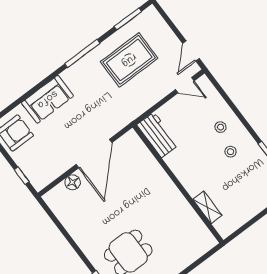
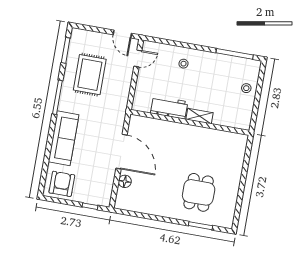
sofa: (47, 99) -> (64, 138), width x1.36
workbench: (158, 135) -> (169, 108), moved
stool: (231, 152) -> (246, 88), moved
shelving: (207, 207) -> (199, 116), moved

